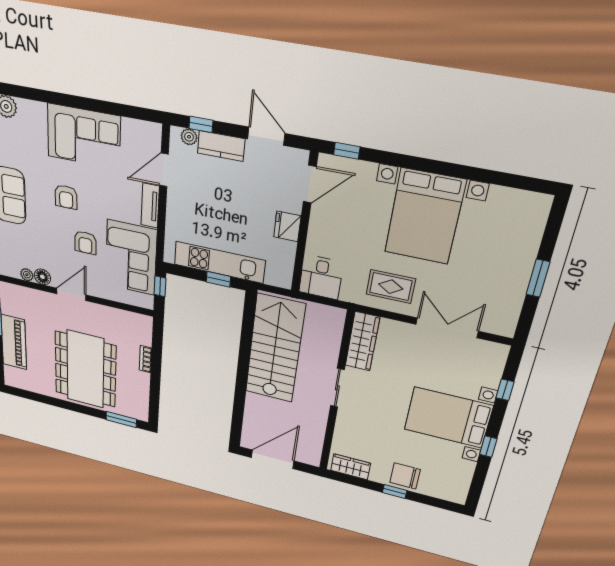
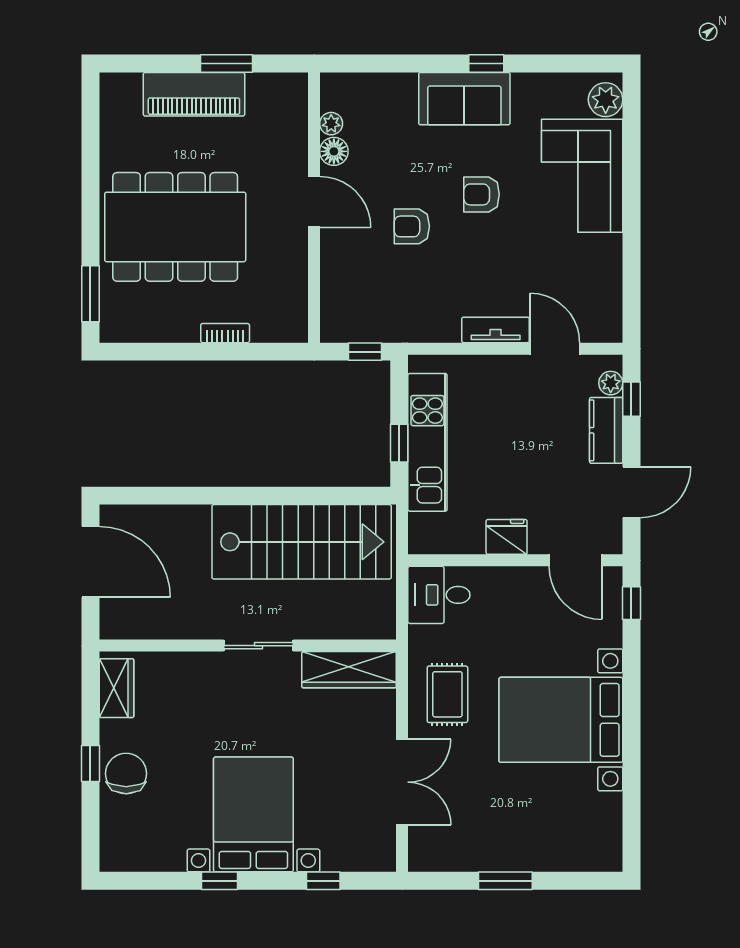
corner sofa: (84, 136) -> (582, 176), moved
corner sofa: (131, 258) -> (403, 303), removed

